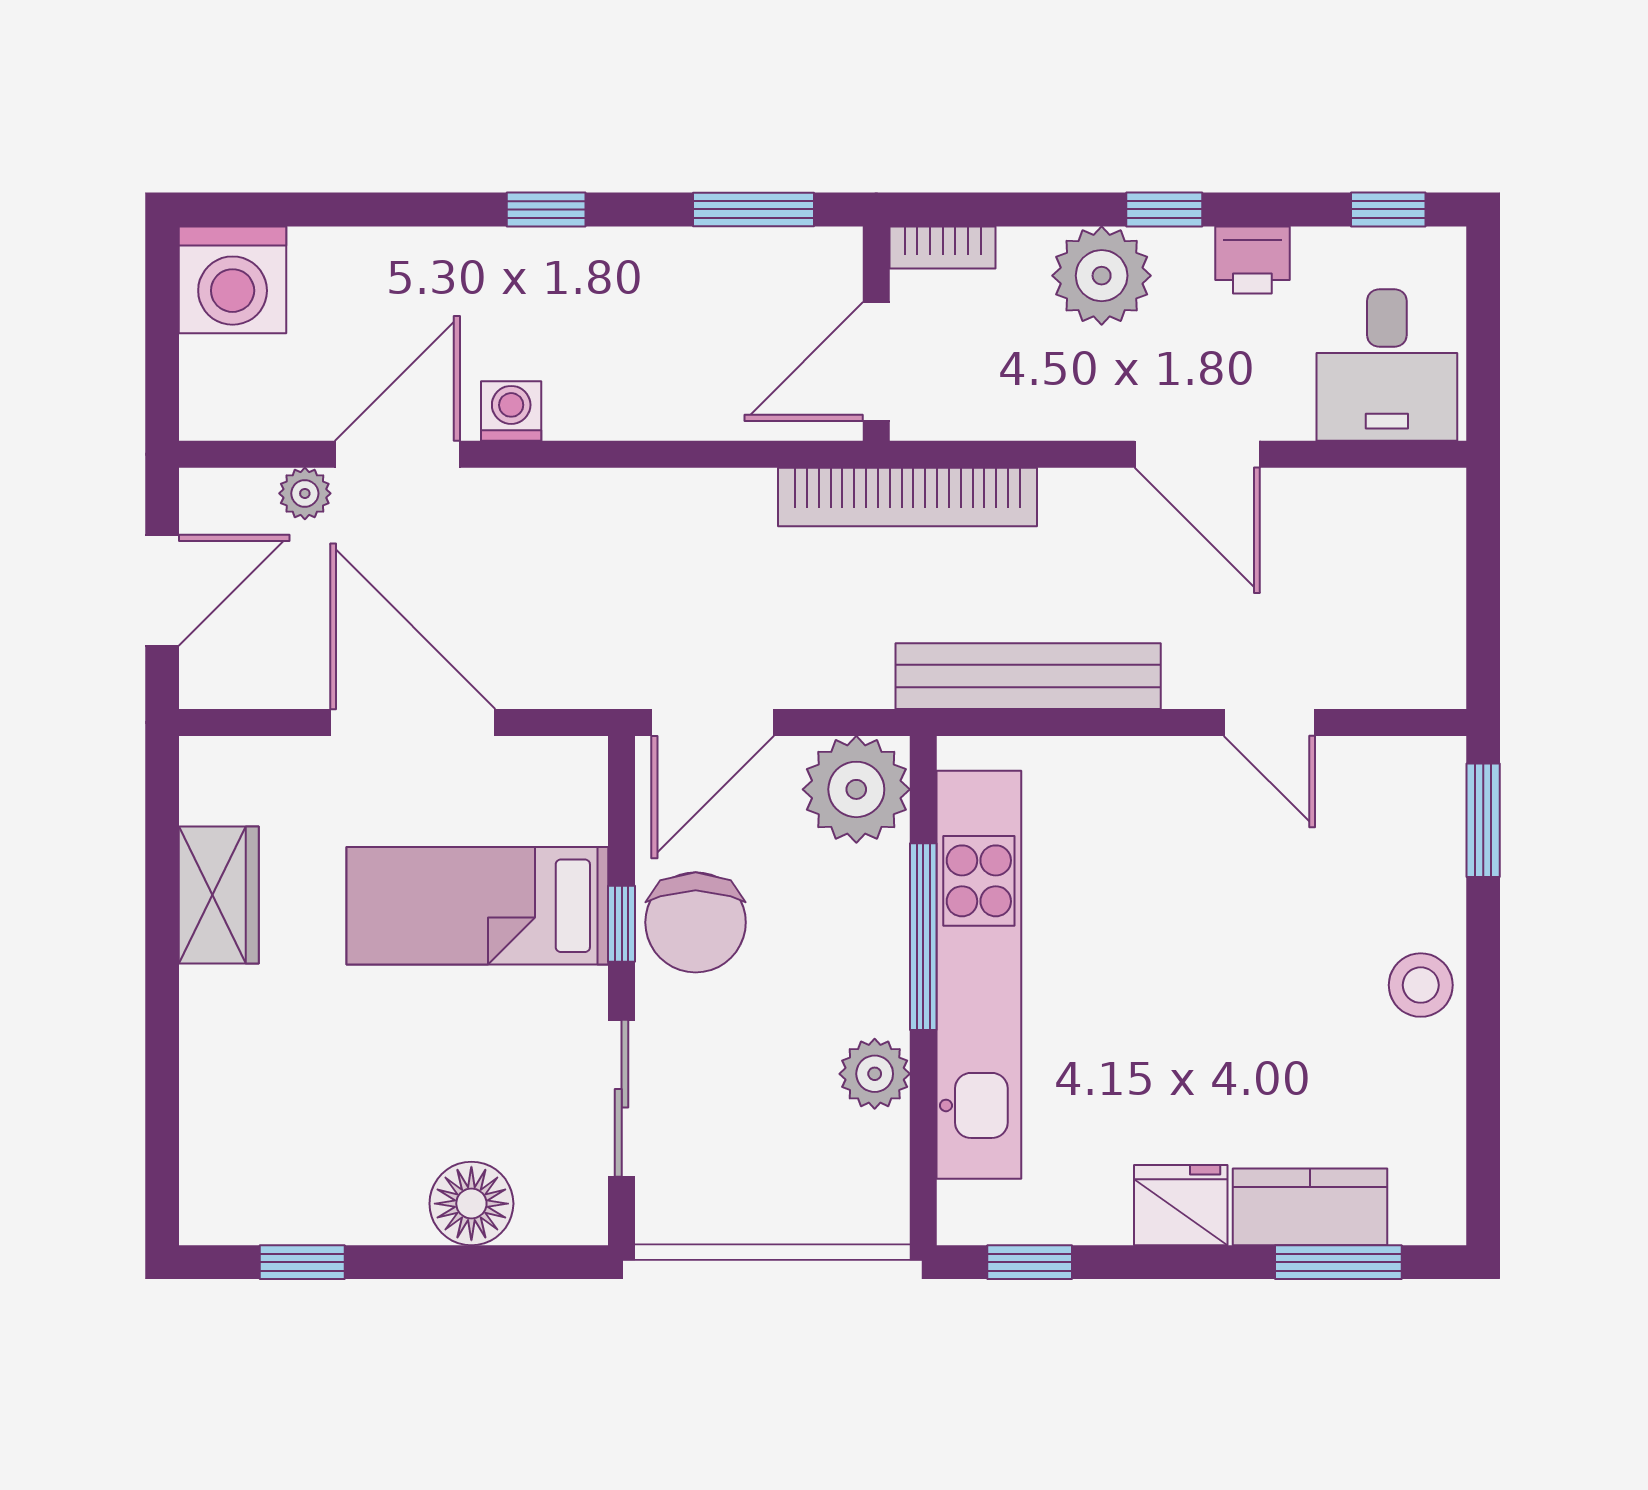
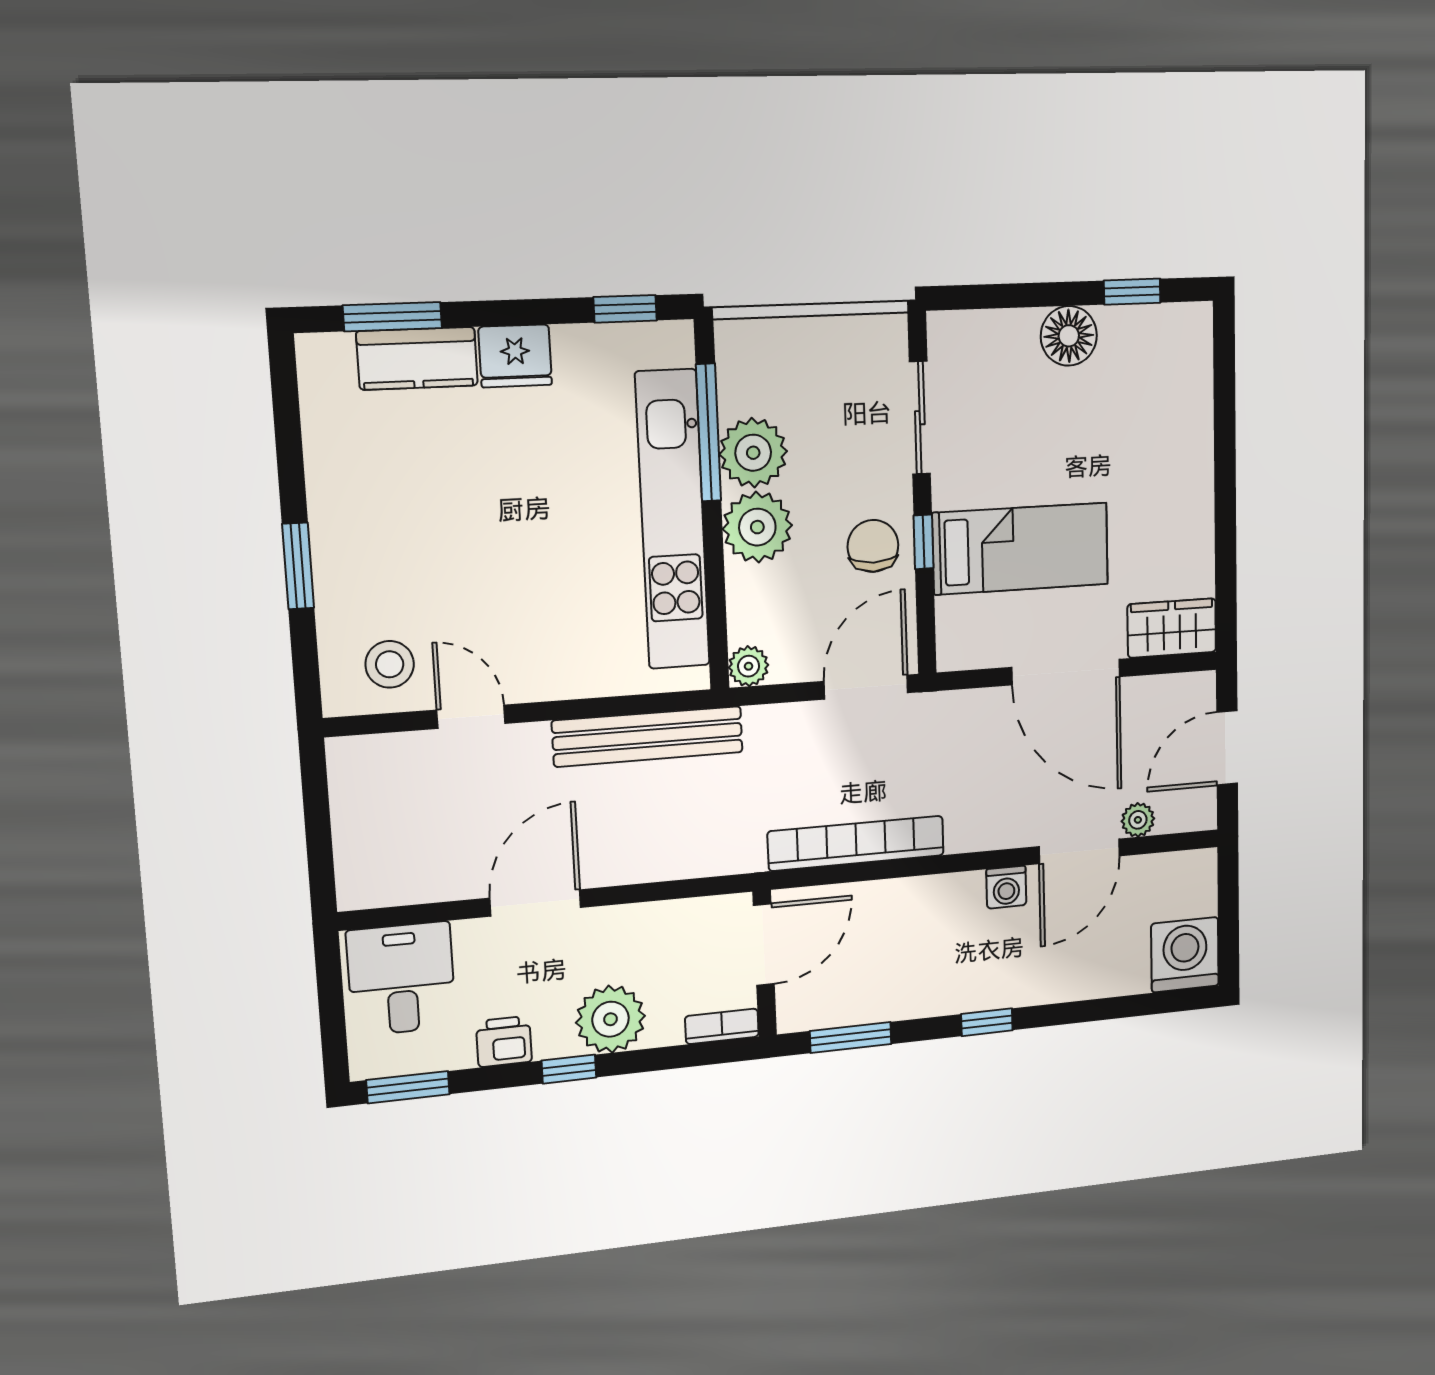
window: (1388, 209) -> (408, 1087), width x1.50
door: (1197, 454) -> (535, 903), hinge flipped
bookcase: (908, 497) -> (856, 843), moved
plant: (856, 789) -> (749, 666), width x0.53, depth x0.53
window: (1483, 820) -> (298, 566), moved
wardrobe: (219, 895) -> (1172, 628), moved, turned 90
chair: (696, 922) -> (873, 546), width x0.73, depth x0.73
window: (923, 937) -> (708, 433), moved
plant: (860, 958) -> (757, 527), added
stool: (1421, 985) -> (390, 664), moved
plant: (875, 1074) -> (753, 453), width x1.36, depth x1.36
floor lamp: (471, 1204) -> (1069, 336), moved

